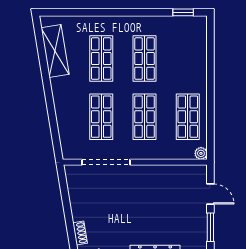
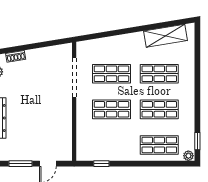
shop shelf: (188, 117) -> (159, 145), moved
window: (210, 129) -> (101, 164), added
plant: (201, 153) -> (188, 156), moved

